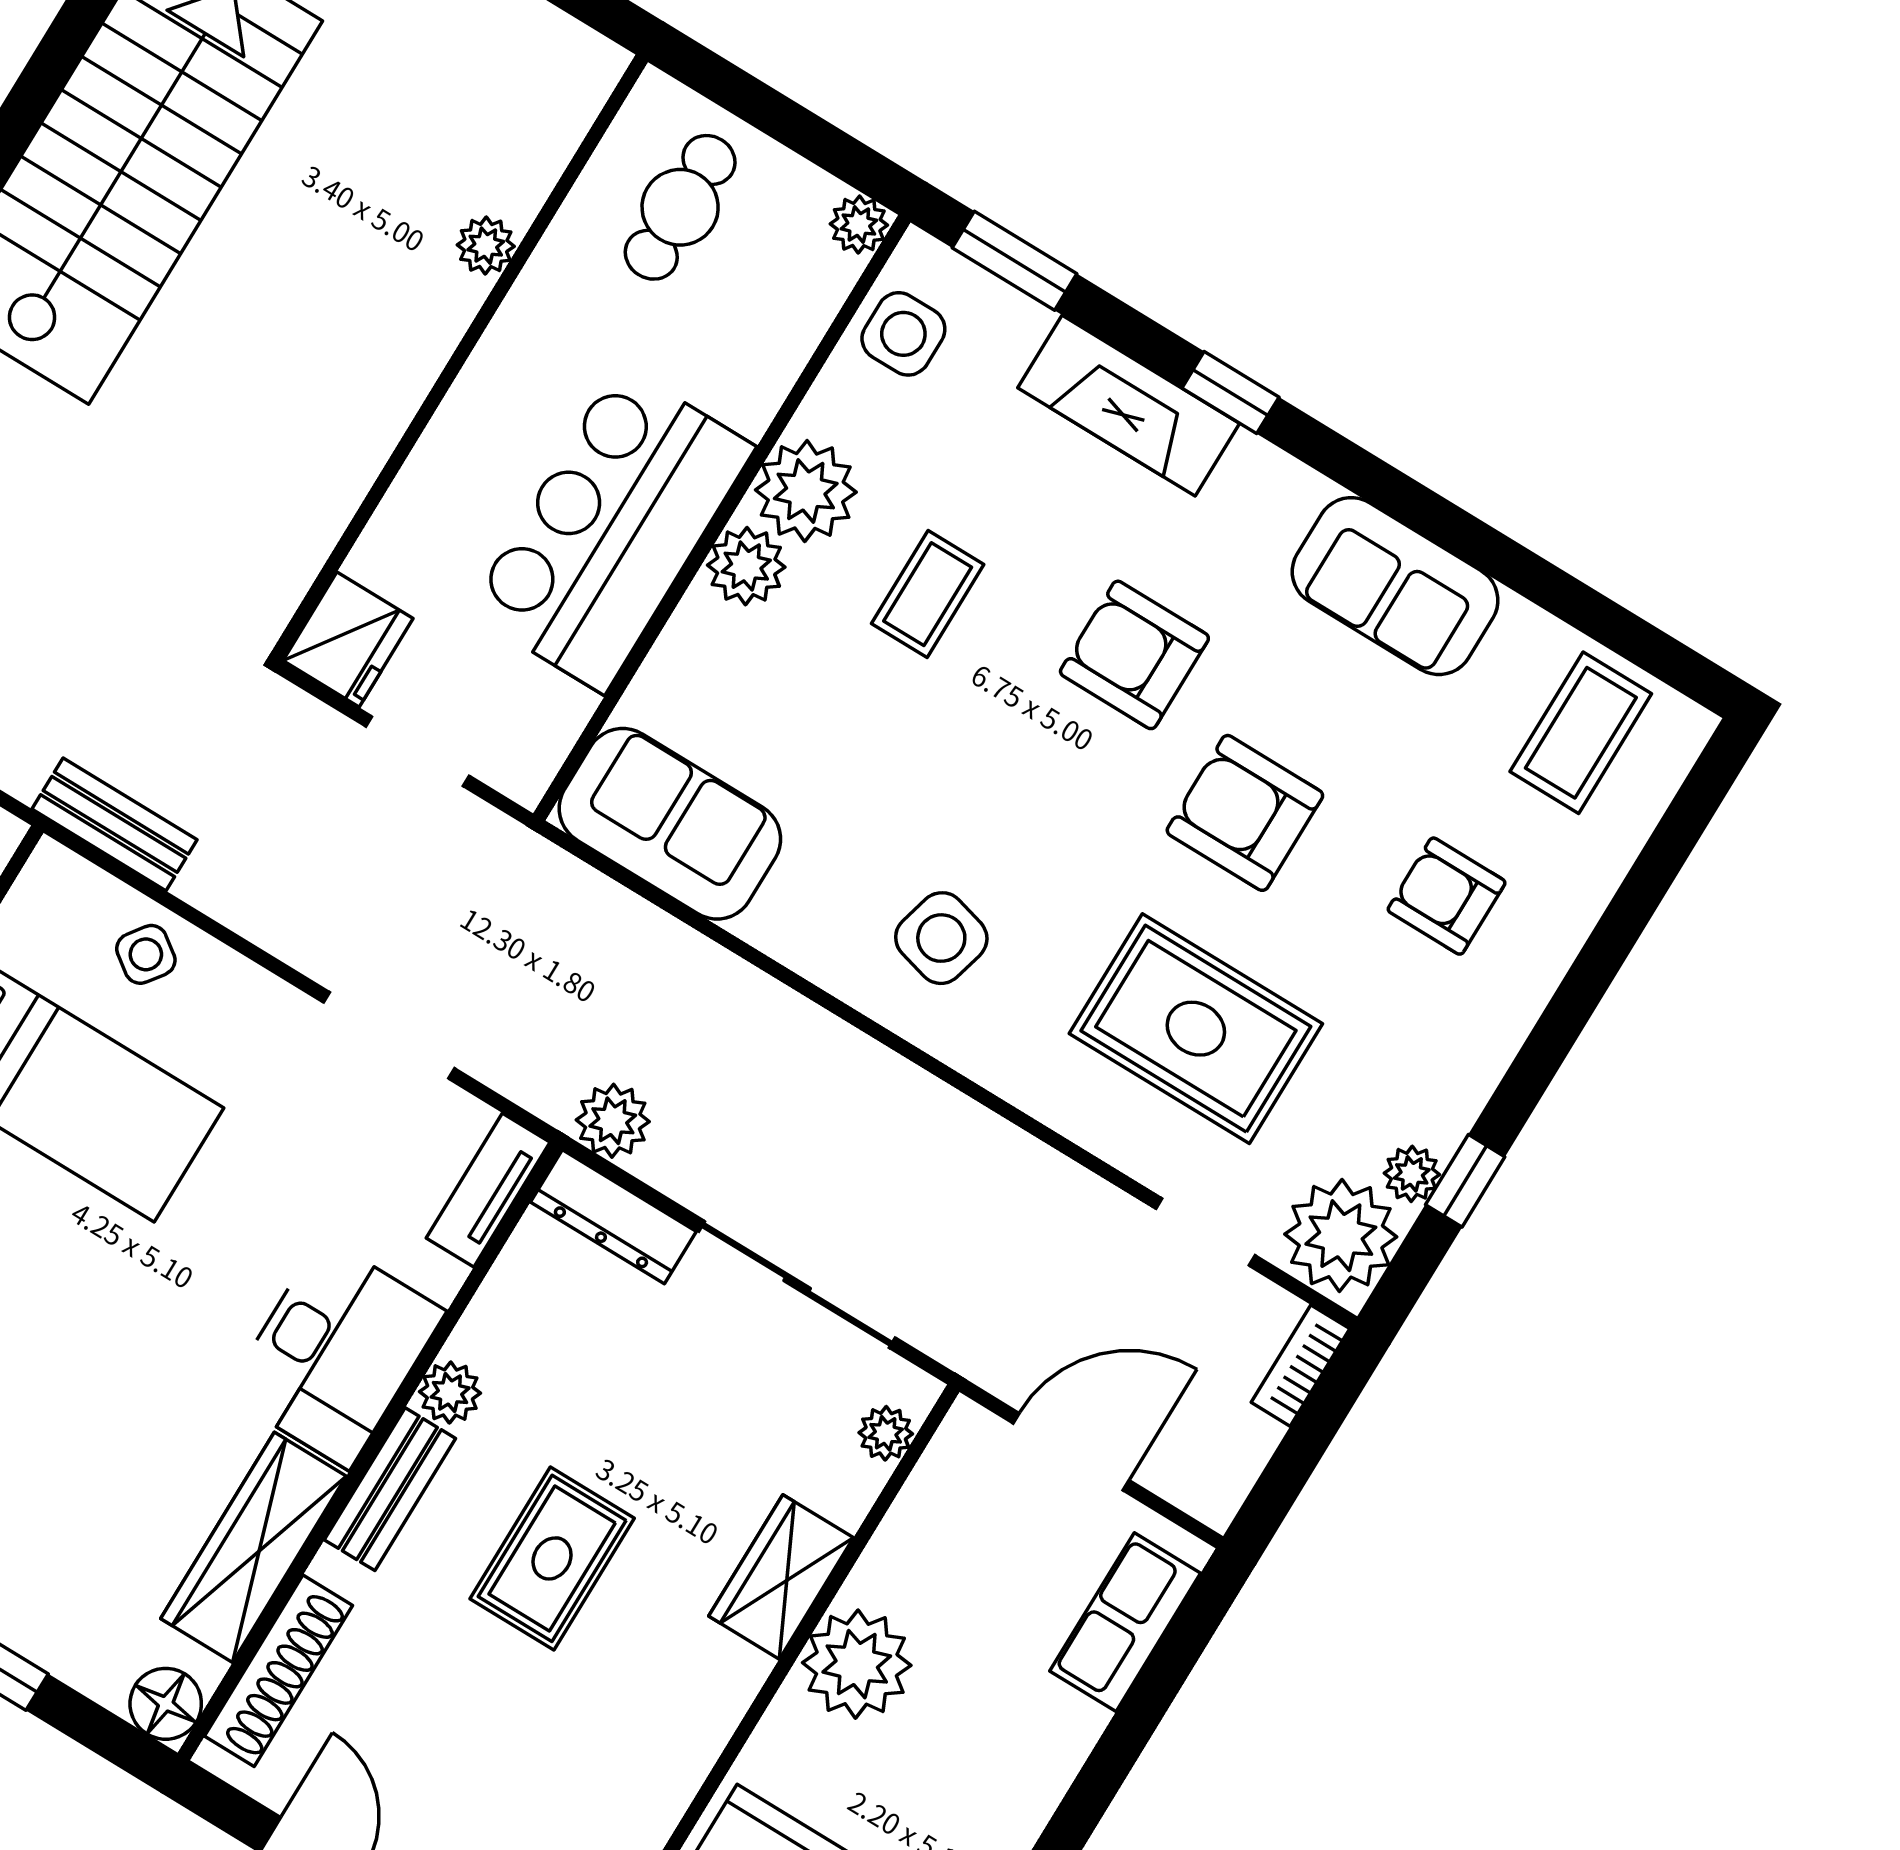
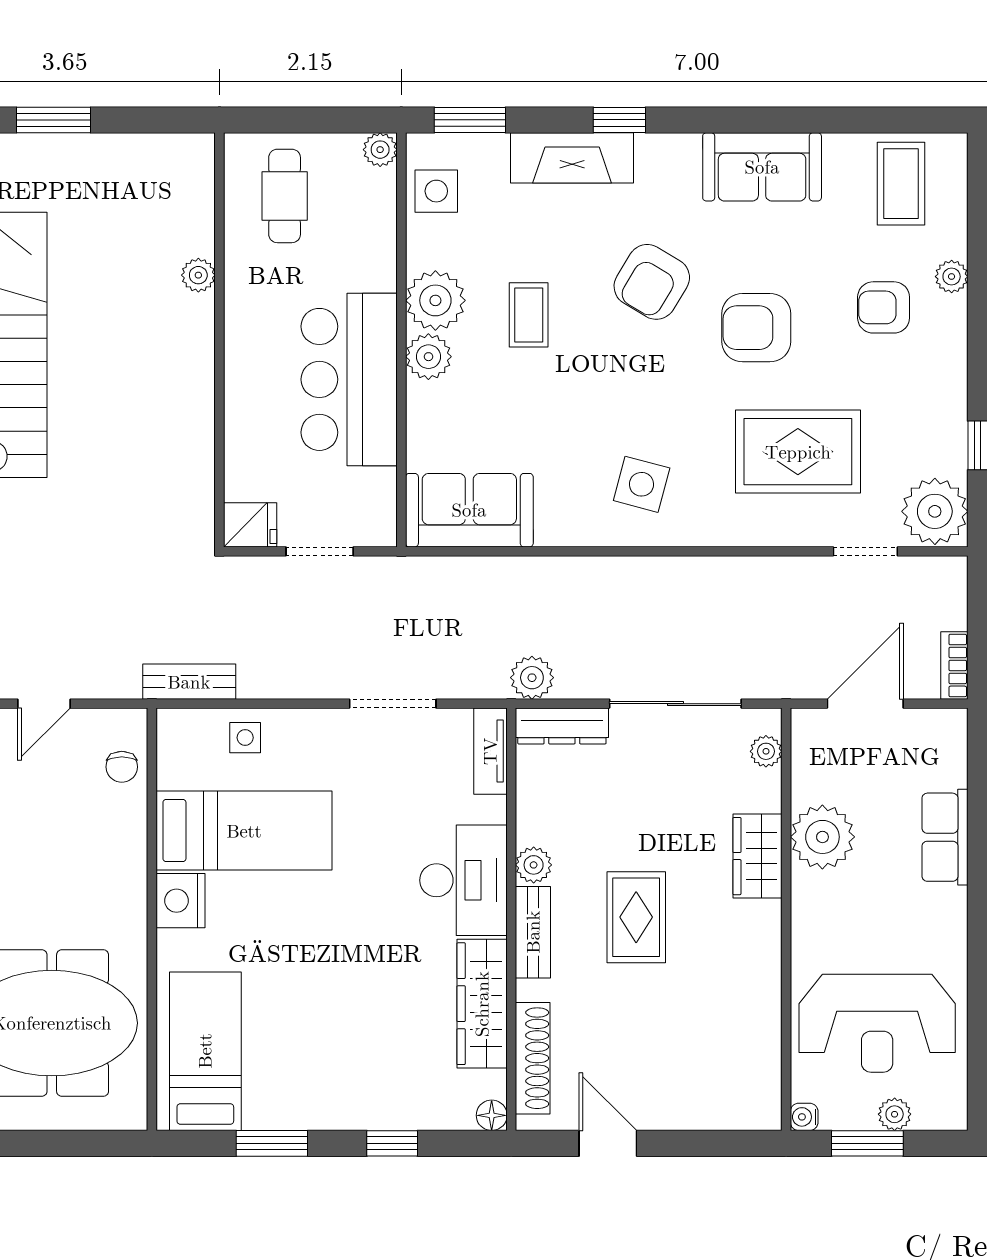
fridge: (348, 639) -> (250, 525), width x0.72
armchair: (1134, 655) -> (652, 282), turned -59
side table: (146, 954) -> (245, 738), turned -36
plant: (1412, 1174) -> (952, 277), moved
bookcase: (1301, 1366) -> (954, 665), moved
row of seats: (1125, 1622) -> (945, 837), moved
plant: (857, 1664) -> (822, 837), moved
floor lamp: (166, 1704) -> (492, 1115), width x0.73, depth x0.73

